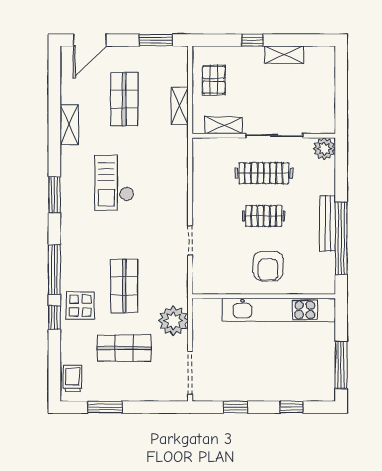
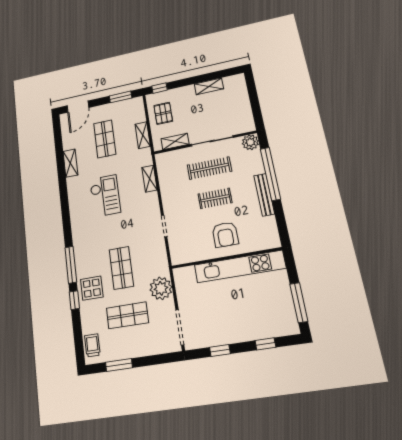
window: (252, 40) -> (160, 88), moved
shelving: (180, 171) -> (149, 179), added
checkout: (114, 183) -> (105, 196), turned 180
window: (54, 195) -> (65, 212), removed
window: (341, 238) -> (270, 174), moved

